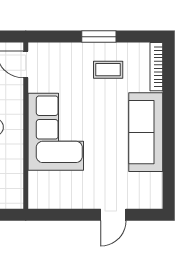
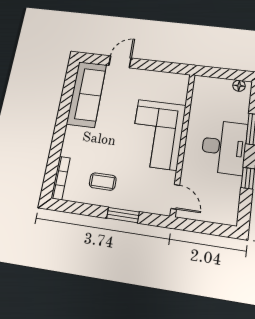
window: (99, 37) -> (123, 215), moved
sofa: (146, 132) -> (87, 94), moved

